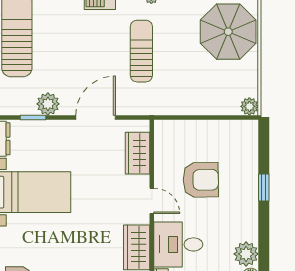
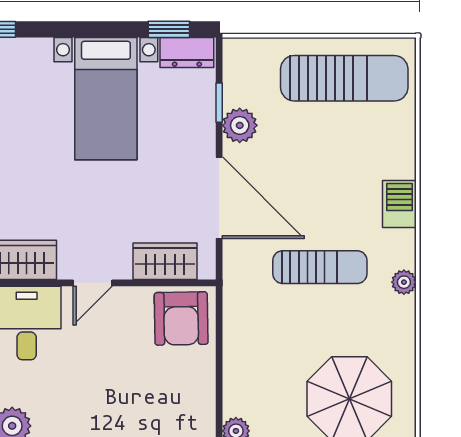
door: (96, 117) -> (219, 198), width x1.36
armchair: (201, 180) -> (181, 318), moved

